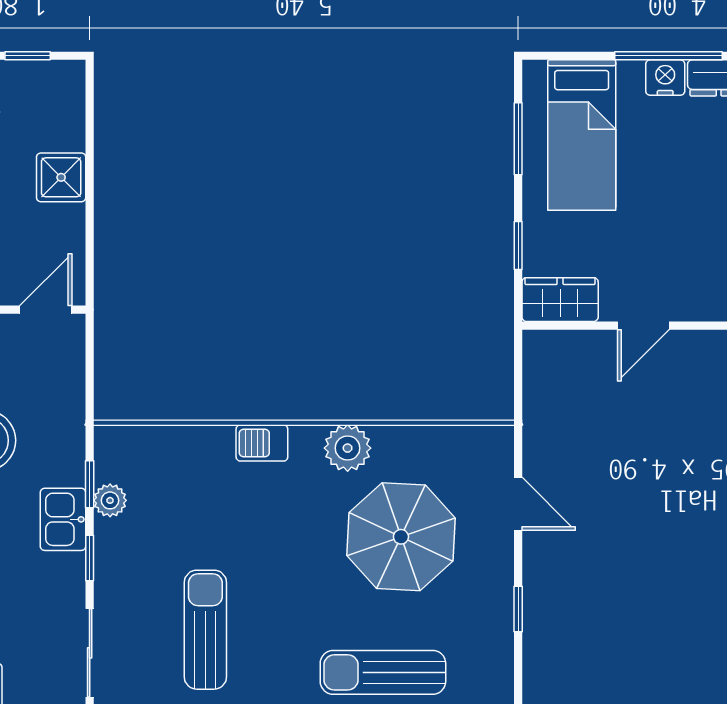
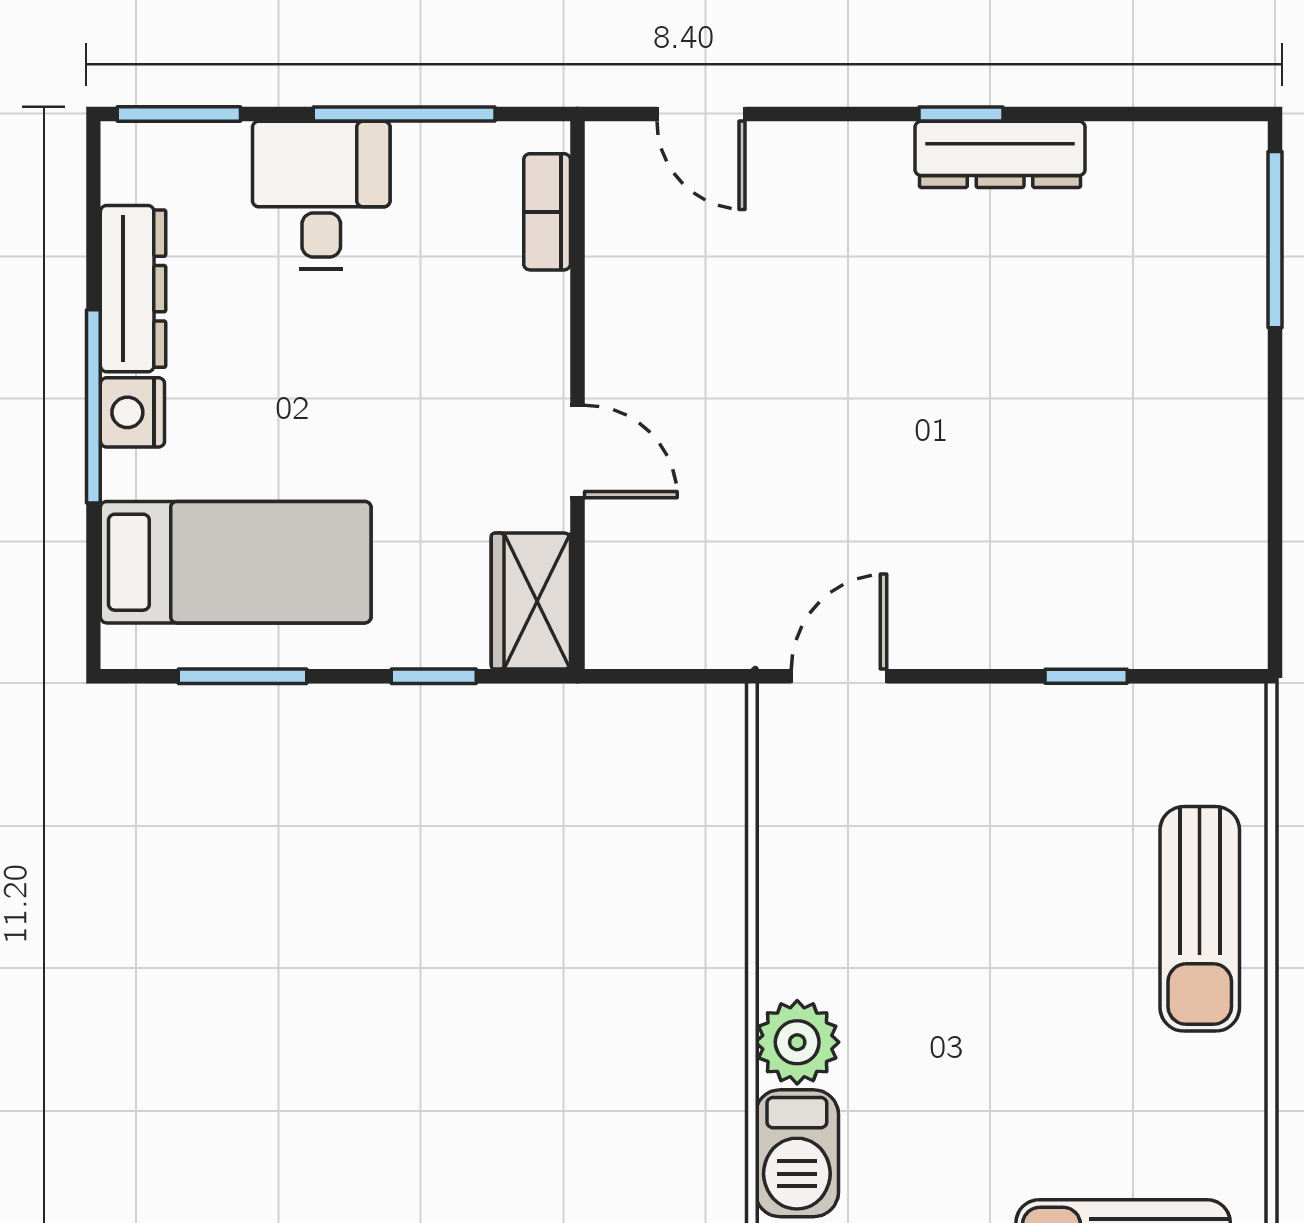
barbecue: (262, 443) -> (797, 1153), width x1.38, depth x1.27
plant: (348, 448) -> (797, 1042), moved
door: (518, 504) -> (839, 676), moved
parasol: (401, 537) -> (957, 886), removed

